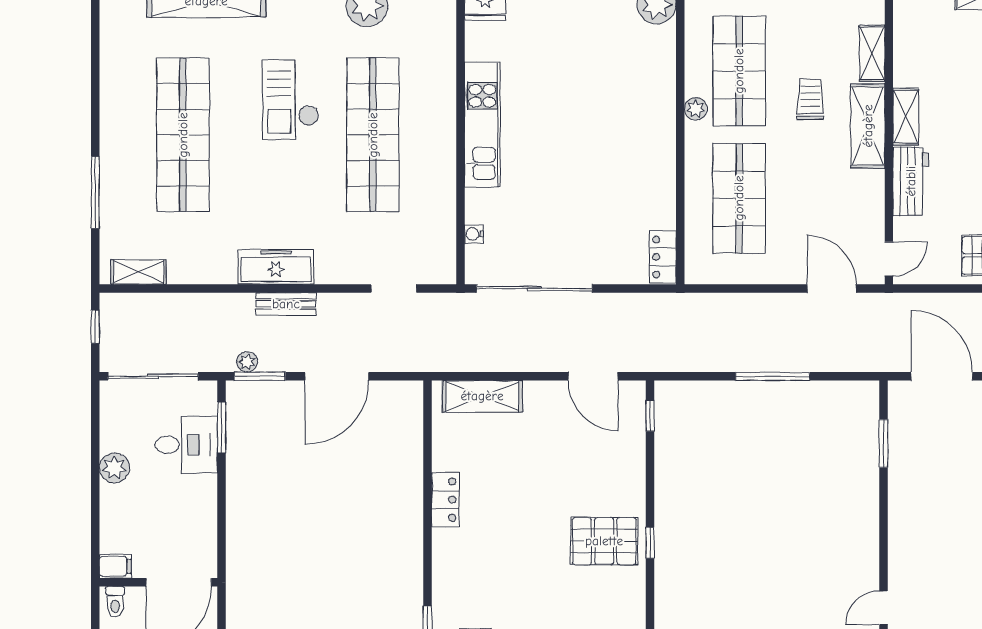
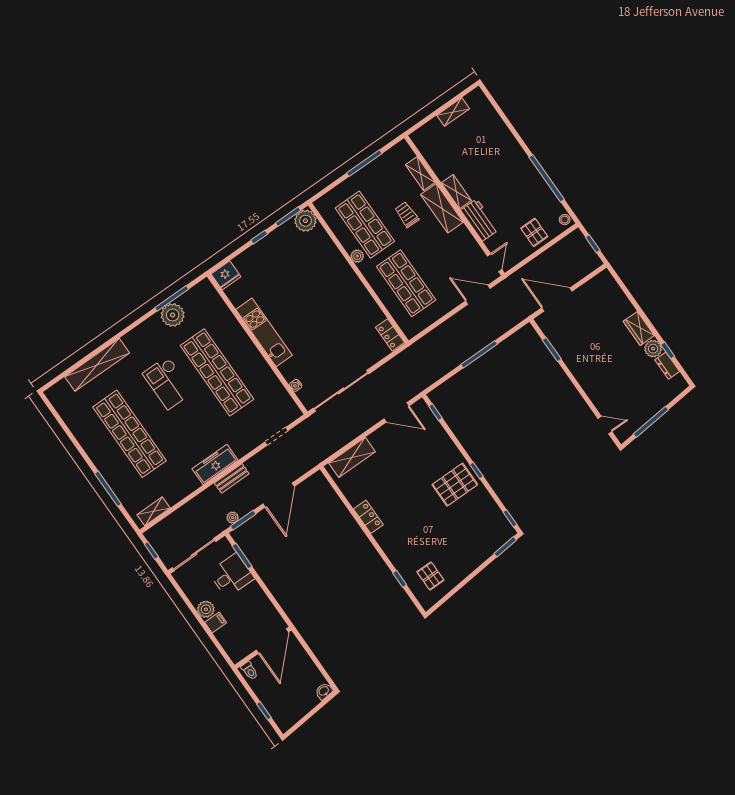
filing cabinet: (115, 566) -> (216, 622), moved
door: (883, 608) -> (605, 425), swing flipped

